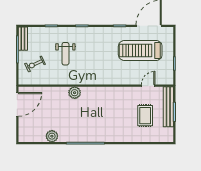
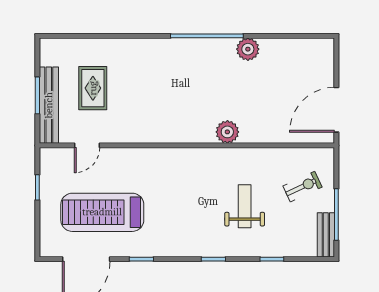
treadmill: (140, 51) -> (102, 212), turned 180
plant: (52, 136) -> (248, 49), moved

